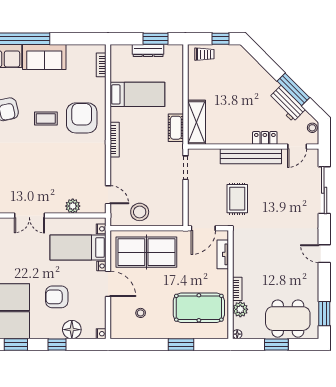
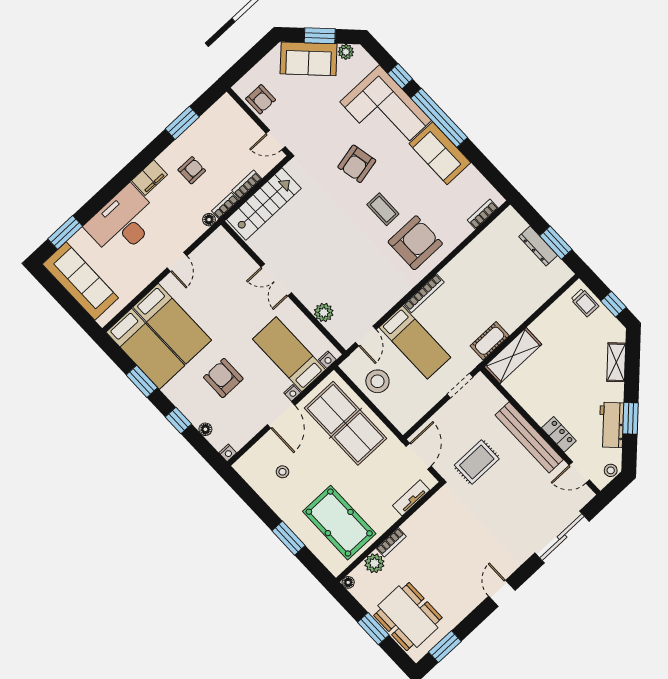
shelving: (255, 68) -> (616, 362), added
window: (293, 89) -> (630, 418), width x0.69
bed: (137, 94) -> (415, 342), moved
door: (203, 228) -> (419, 456), swing flipped
floor lamp: (72, 330) -> (205, 429), width x0.53, depth x0.53

